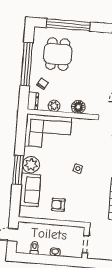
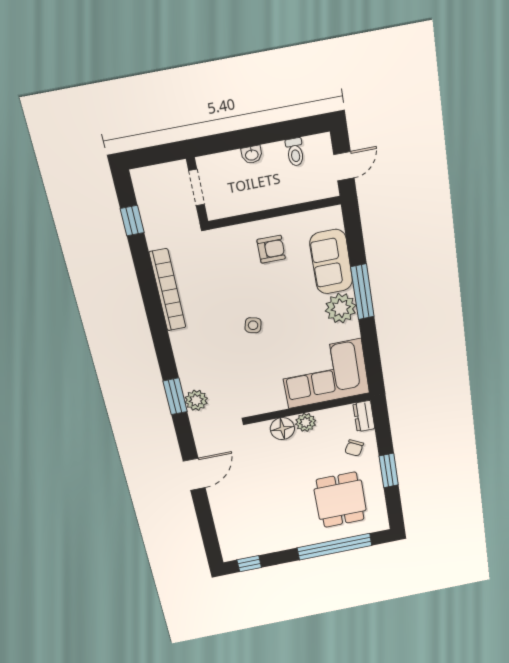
window: (27, 64) -> (389, 471), width x0.47
plant: (54, 106) -> (306, 422), moved

